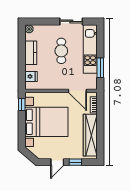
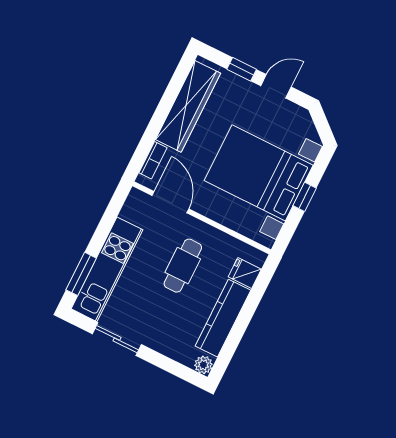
cafe table: (61, 51) -> (183, 266), moved
kitchen counter: (31, 53) -> (223, 318), width x1.50
window: (100, 68) -> (81, 274), moved
window: (22, 105) -> (305, 197), moved

